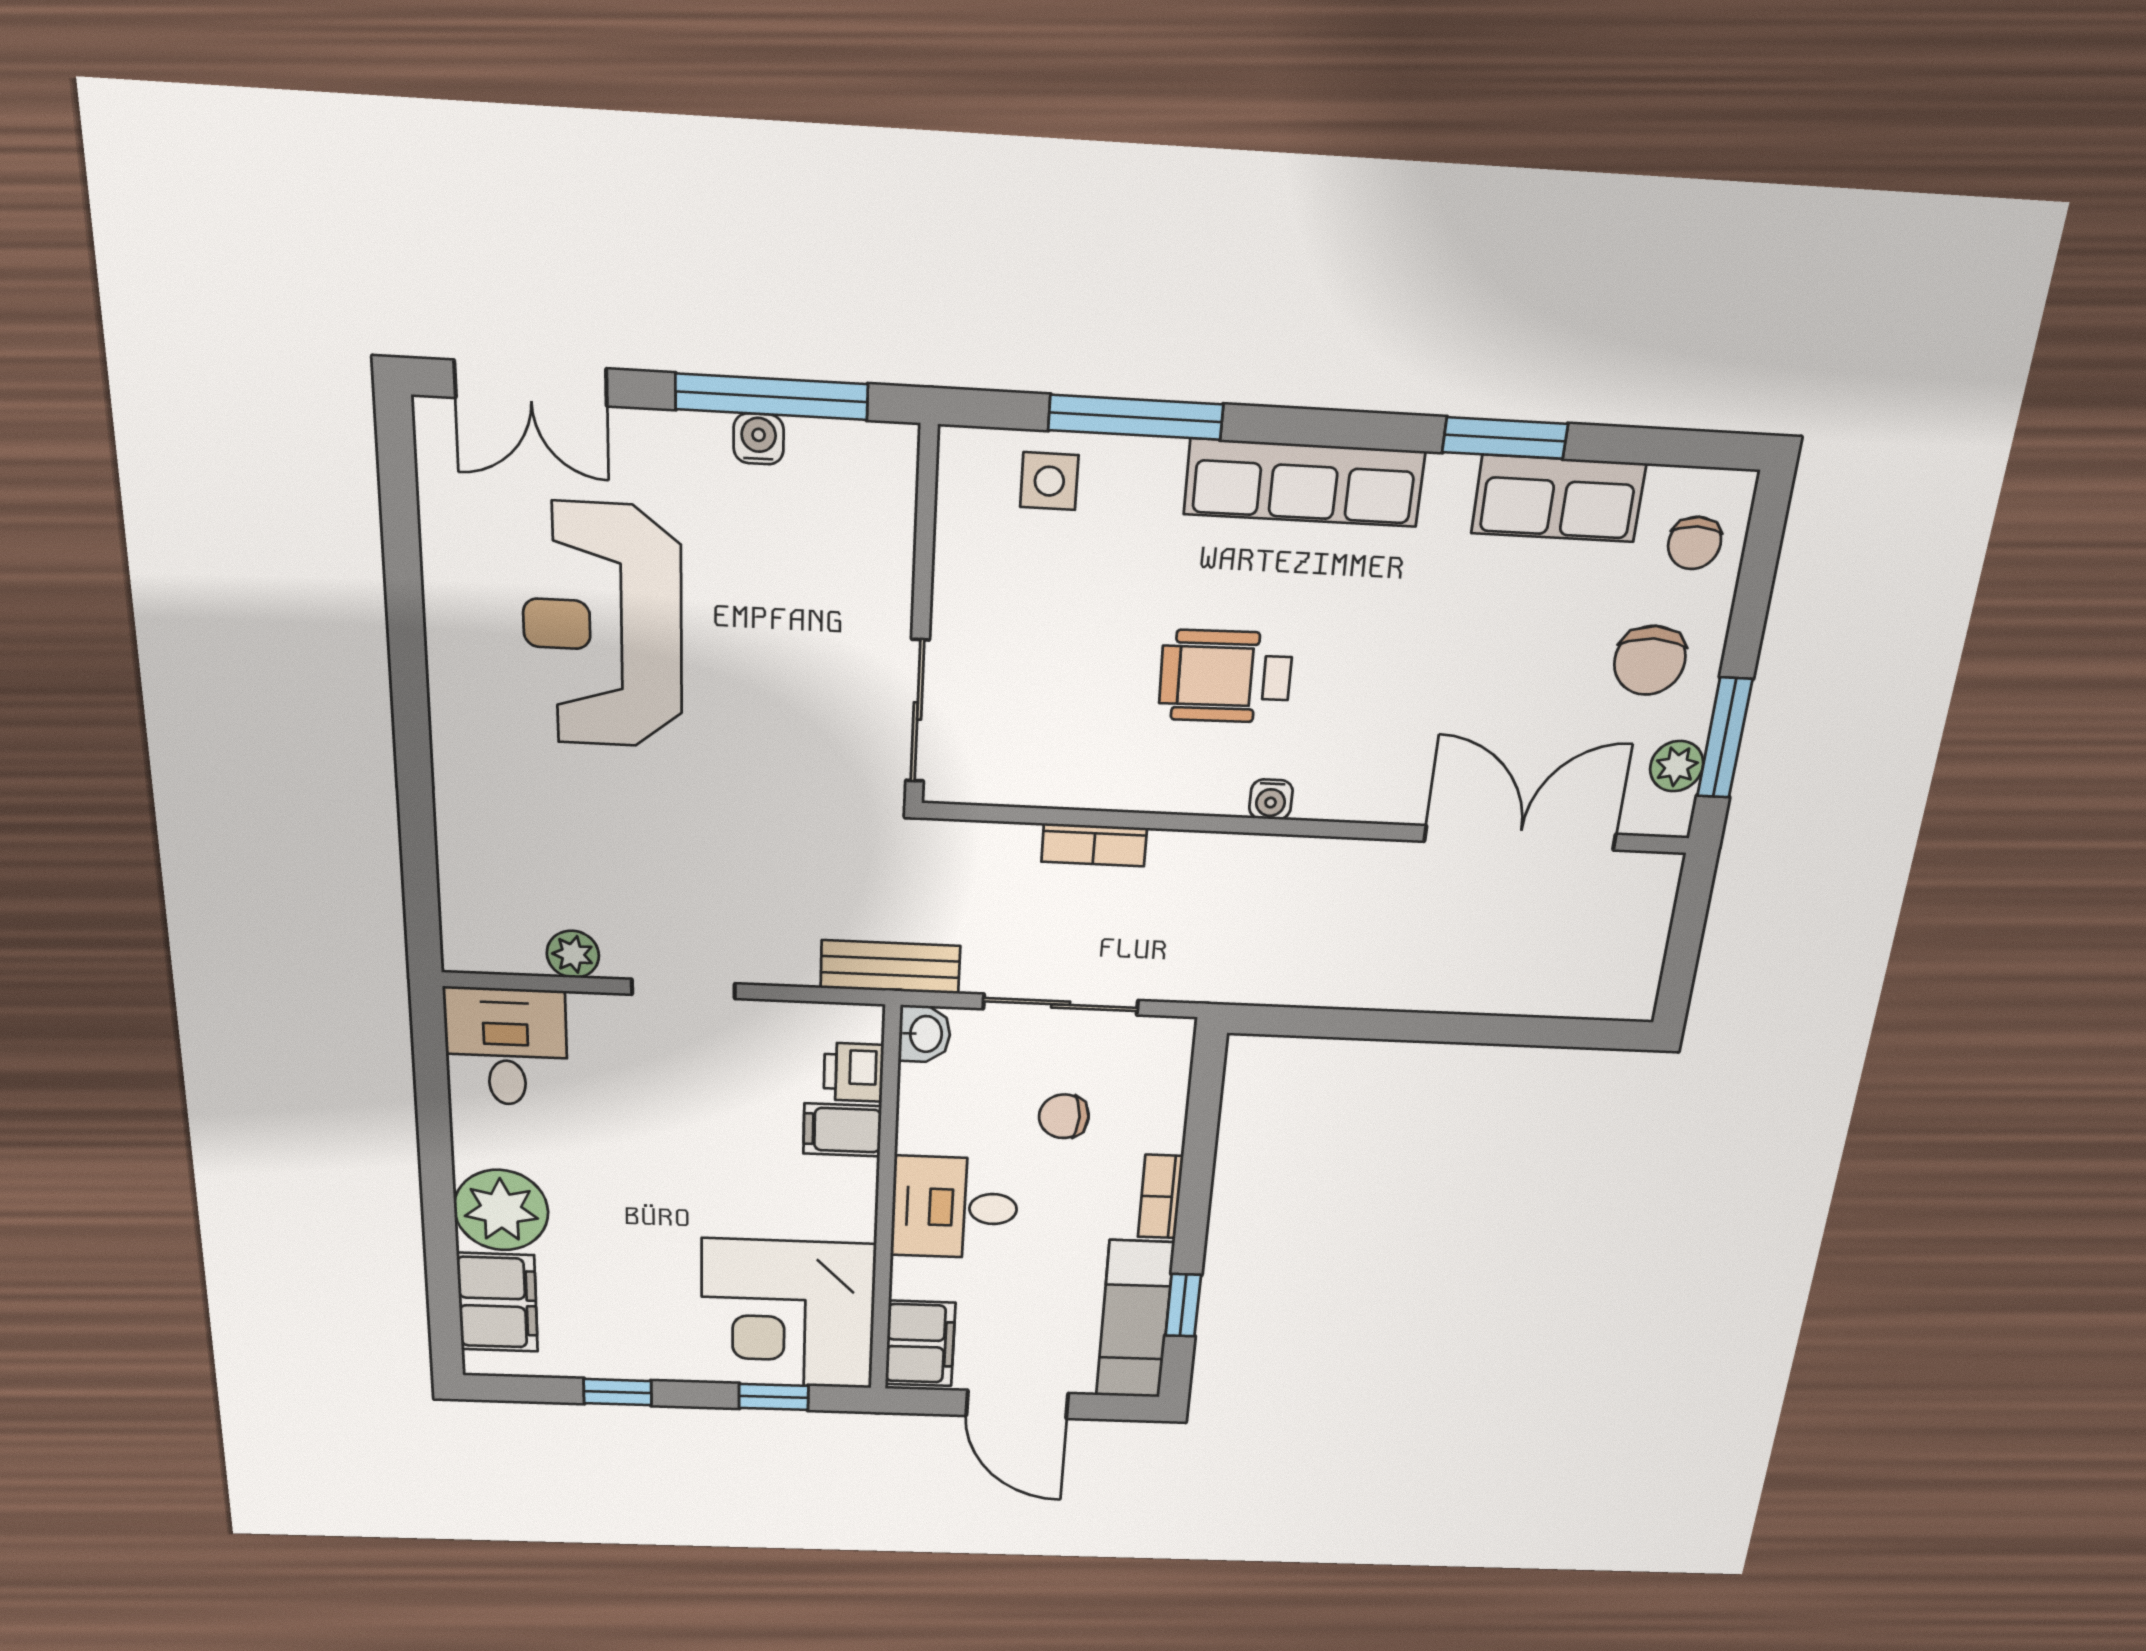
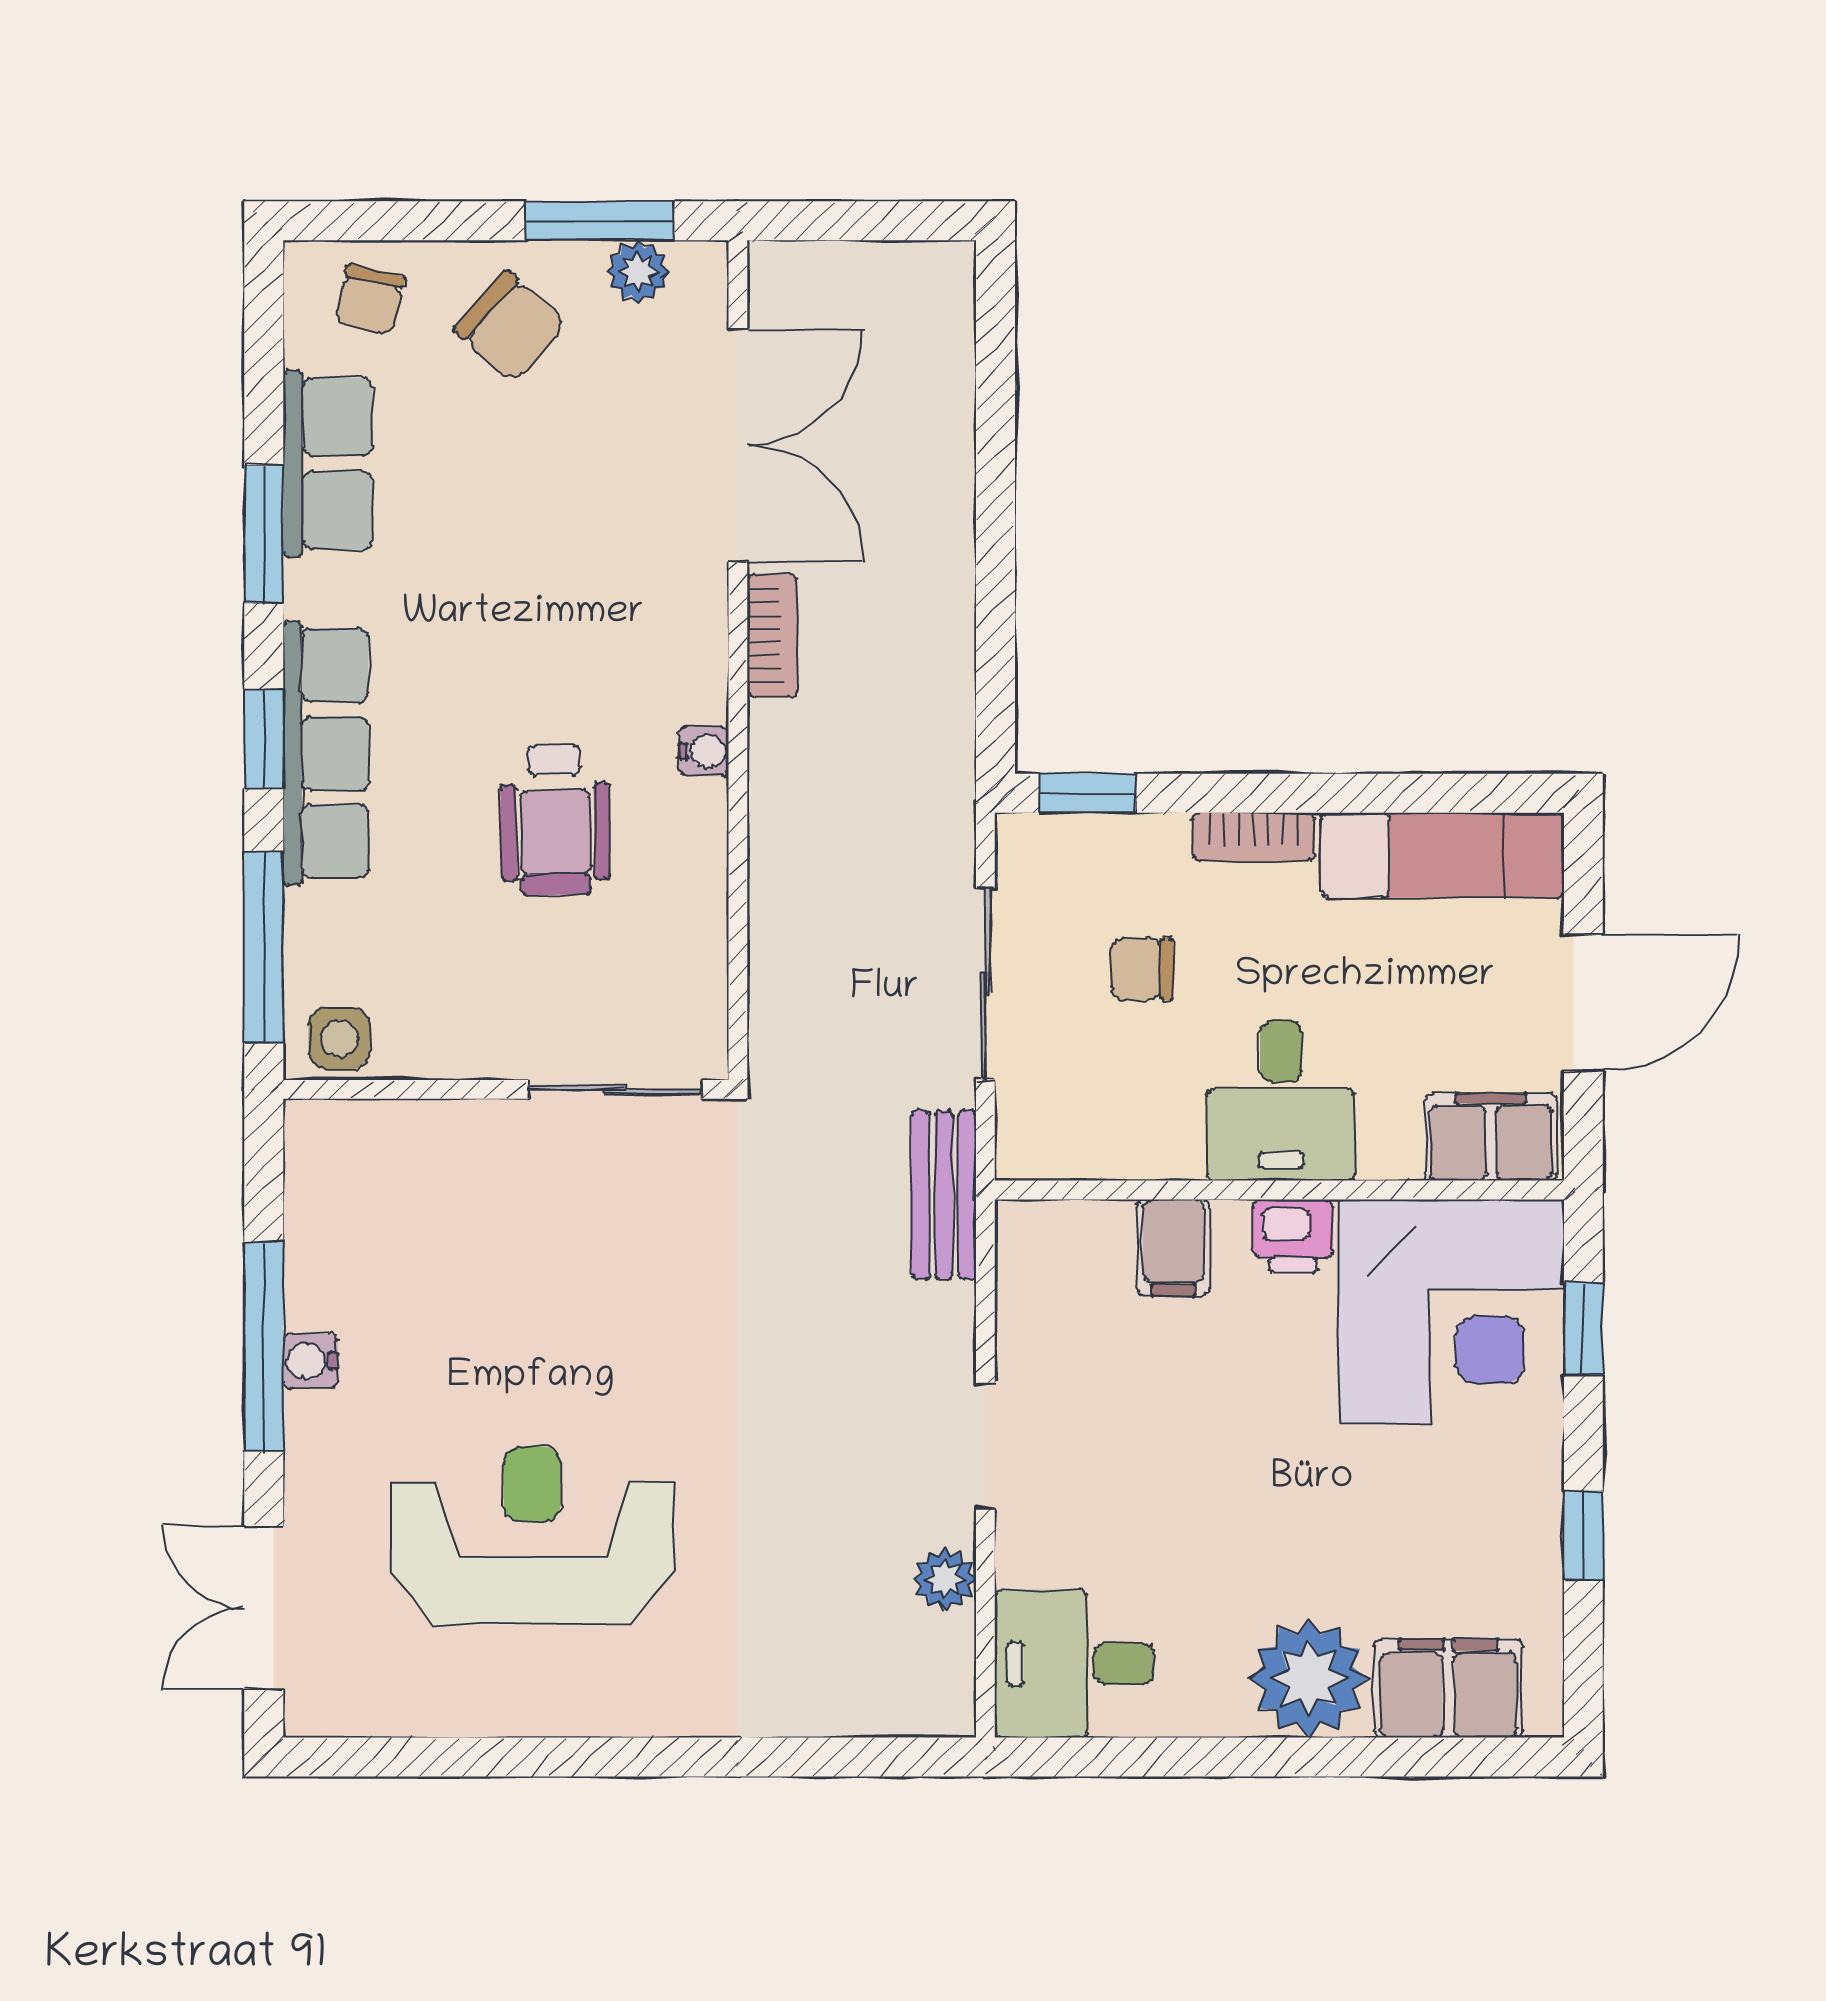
double door: (531, 383) -> (264, 1608), swing flipped
window: (1323, 428) -> (264, 739), added
chair: (1695, 543) -> (370, 300), turned 103
wall: (921, 620) -> (506, 1089), moved
reception desk: (603, 626) -> (532, 1536), turned 180
chair: (1650, 660) -> (510, 327), turned 42
sliding door: (917, 711) -> (615, 1089), moved
double door: (1520, 838) -> (738, 445), swing flipped
bookcase: (1094, 845) -> (772, 635), moved
washbasin: (925, 1034) -> (1033, 1149), removed
printer: (854, 1072) -> (1293, 1236), moved
chair: (1064, 1116) -> (1142, 969), turned 90
window: (1183, 1305) -> (1088, 793), moved

